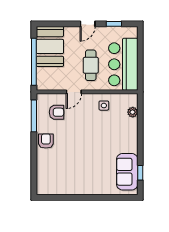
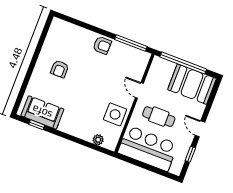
side table: (104, 106) -> (115, 114), width x1.87, depth x1.87
armchair: (56, 112) -> (60, 69), moved

